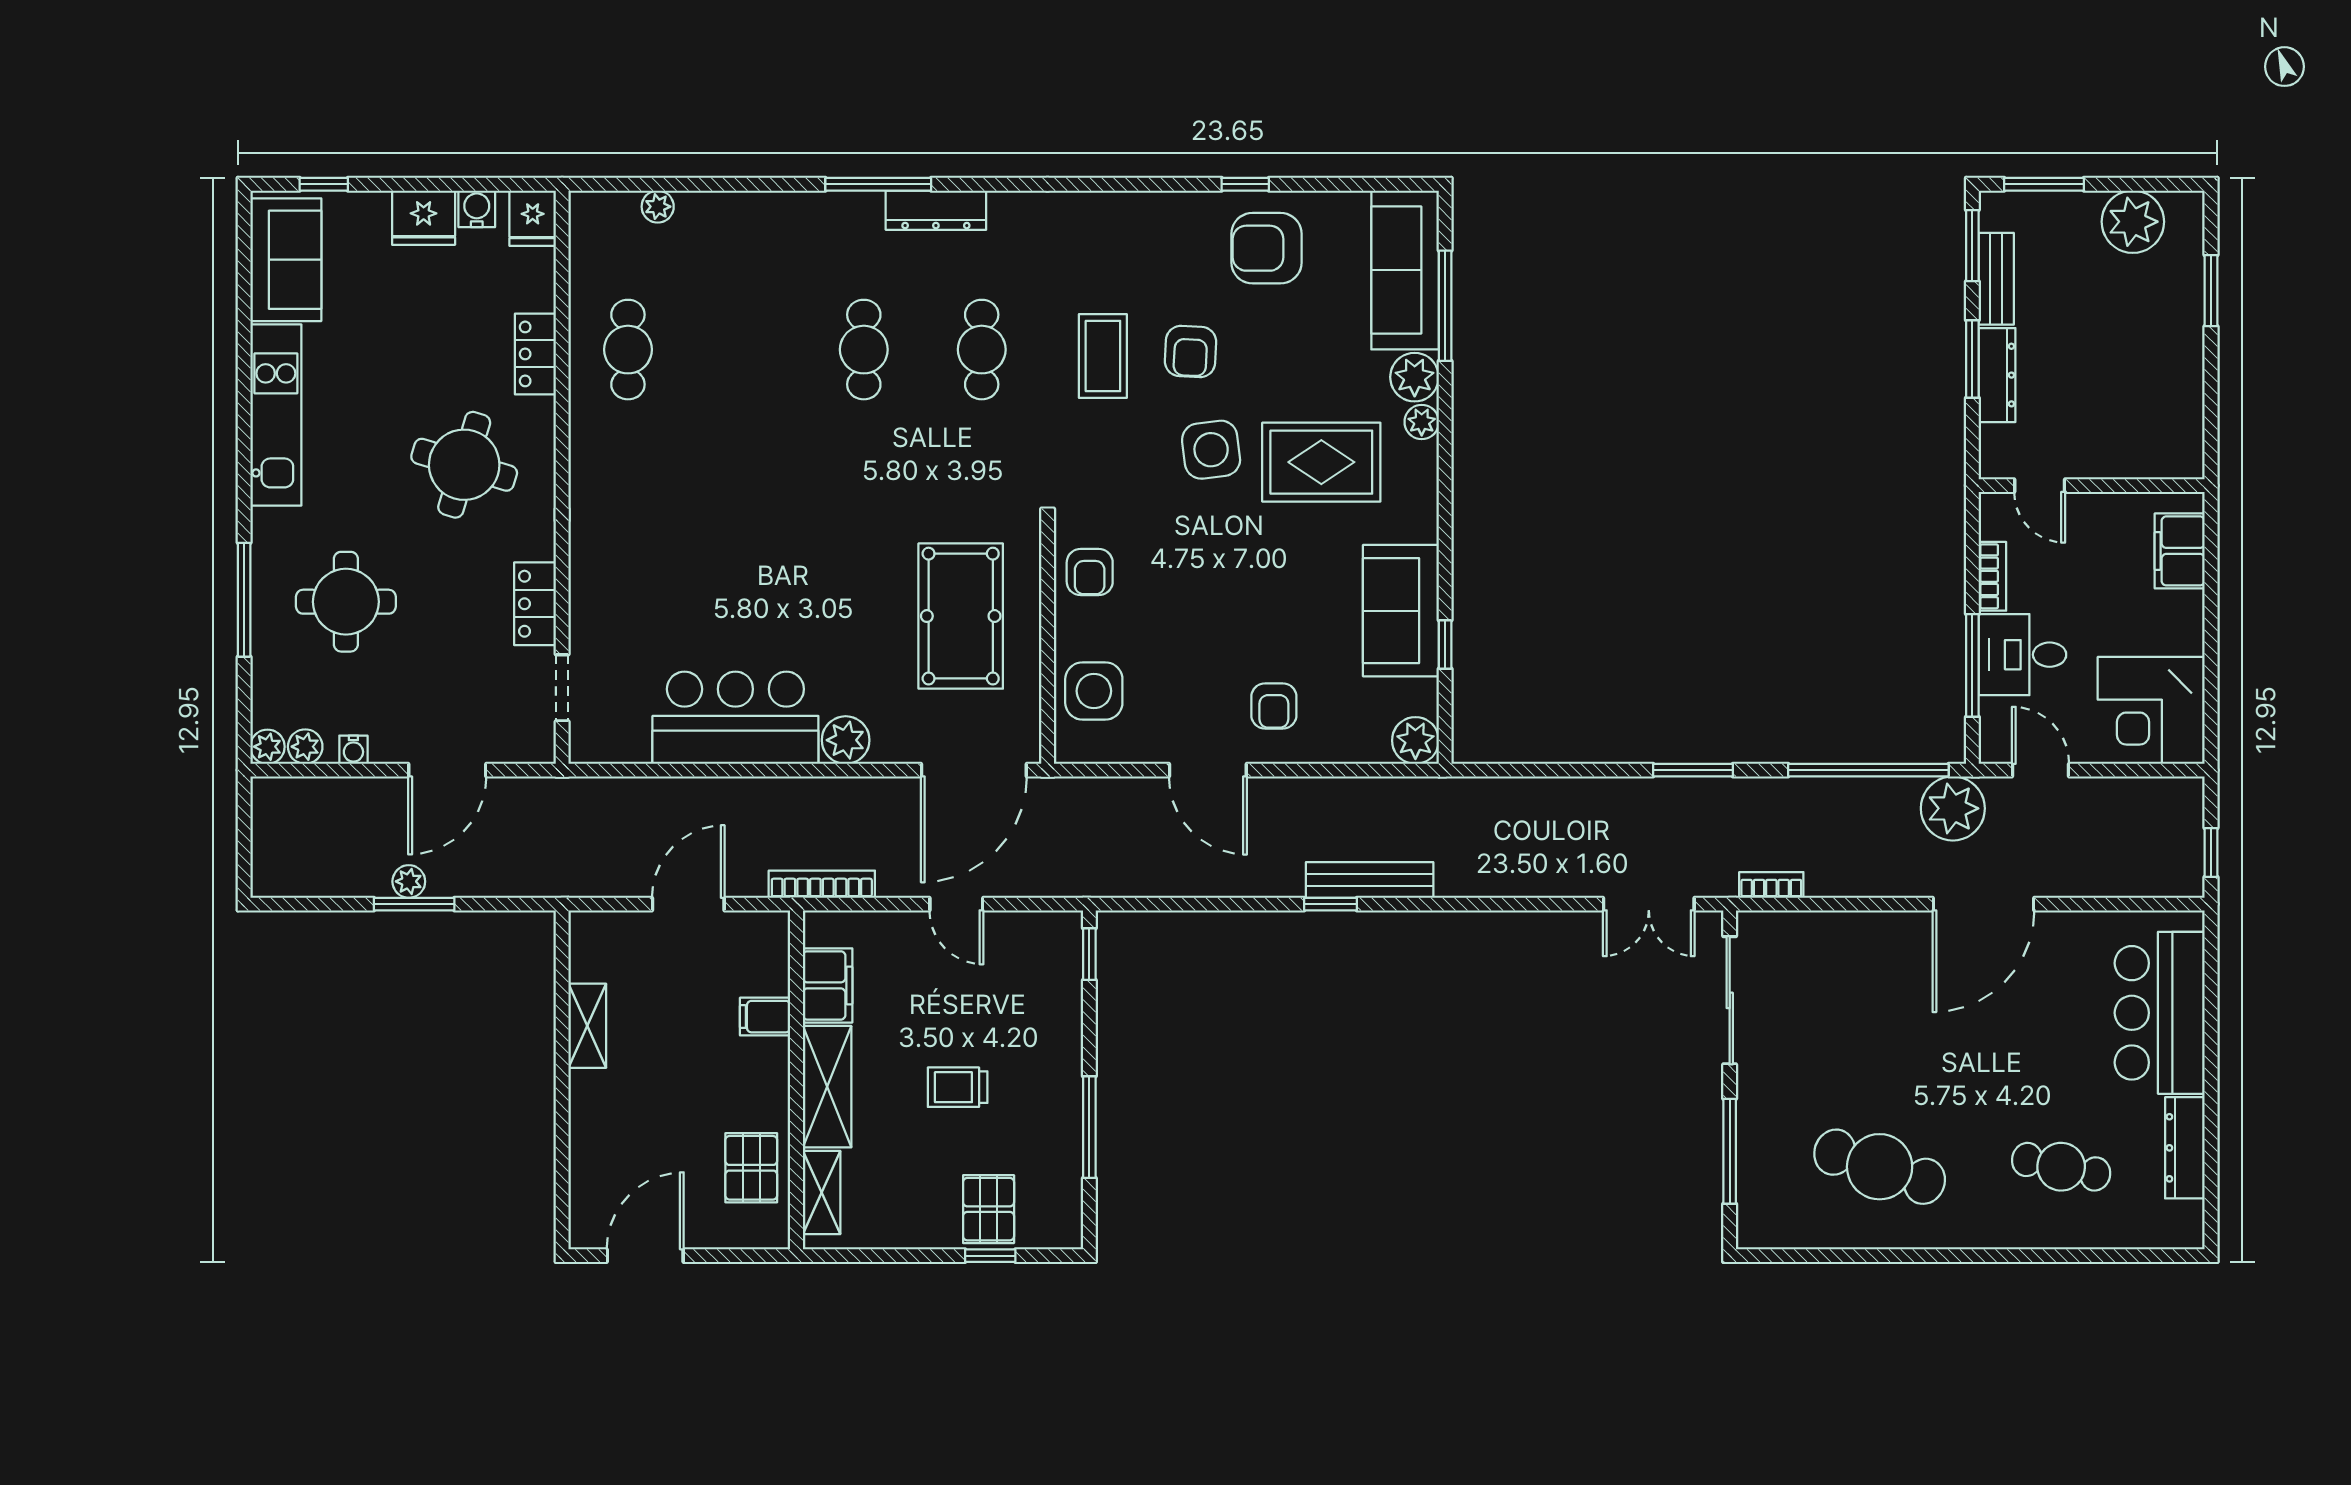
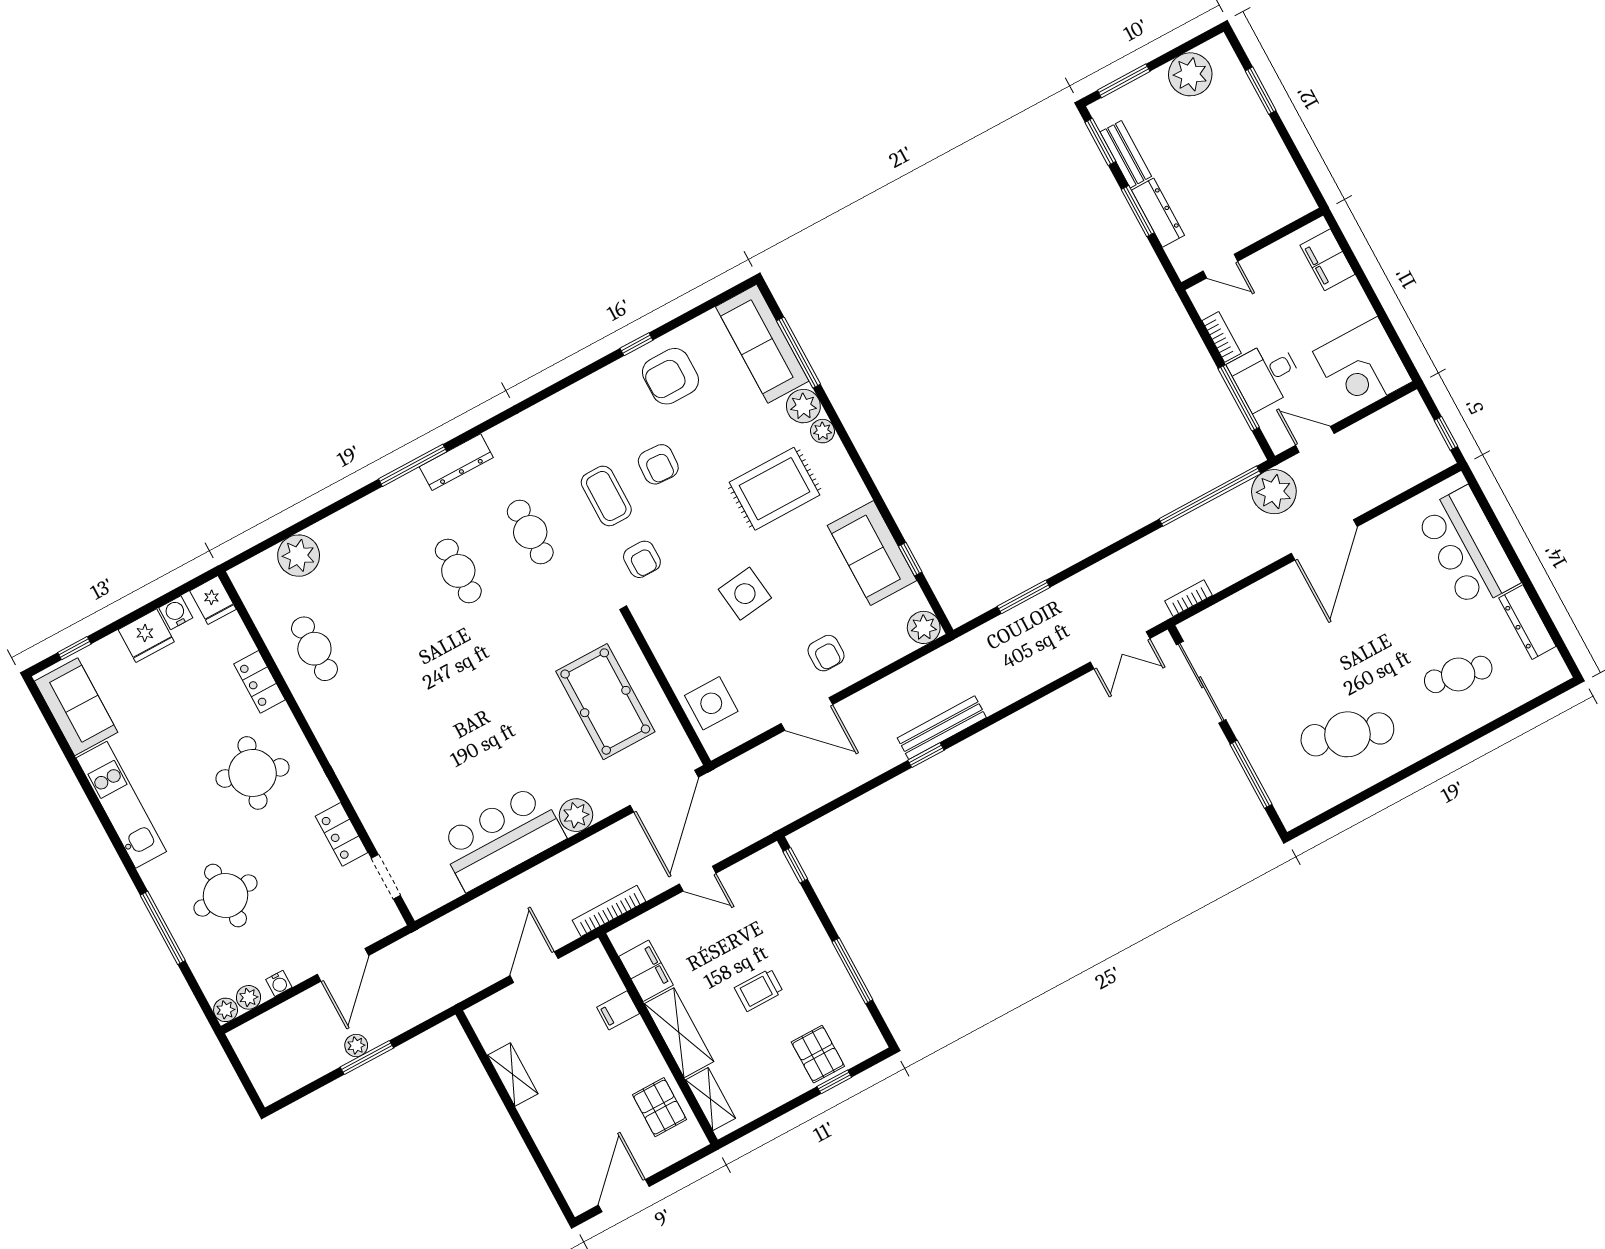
plant: (658, 207) -> (299, 556), width x1.88, depth x1.88
side table: (1211, 450) -> (745, 594), moved
armchair: (1090, 572) -> (642, 559), moved
window: (1693, 770) -> (1024, 597), moved

